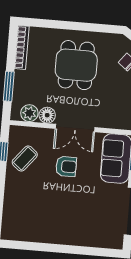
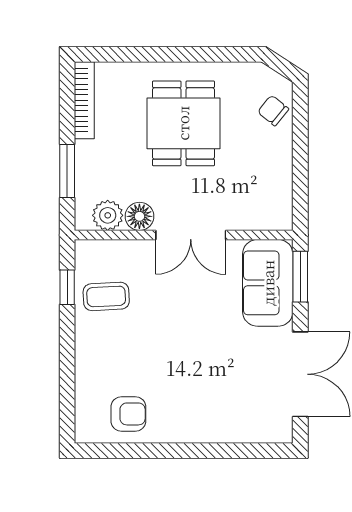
coffee table: (25, 159) -> (106, 296), turned 48
armchair: (66, 166) -> (128, 414), moved

